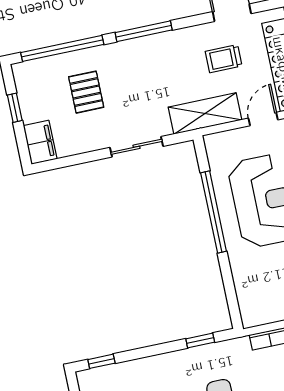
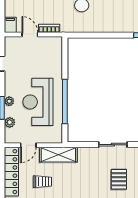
sliding door: (136, 147) -> (113, 145), moved
window: (200, 341) -> (86, 35), removed

